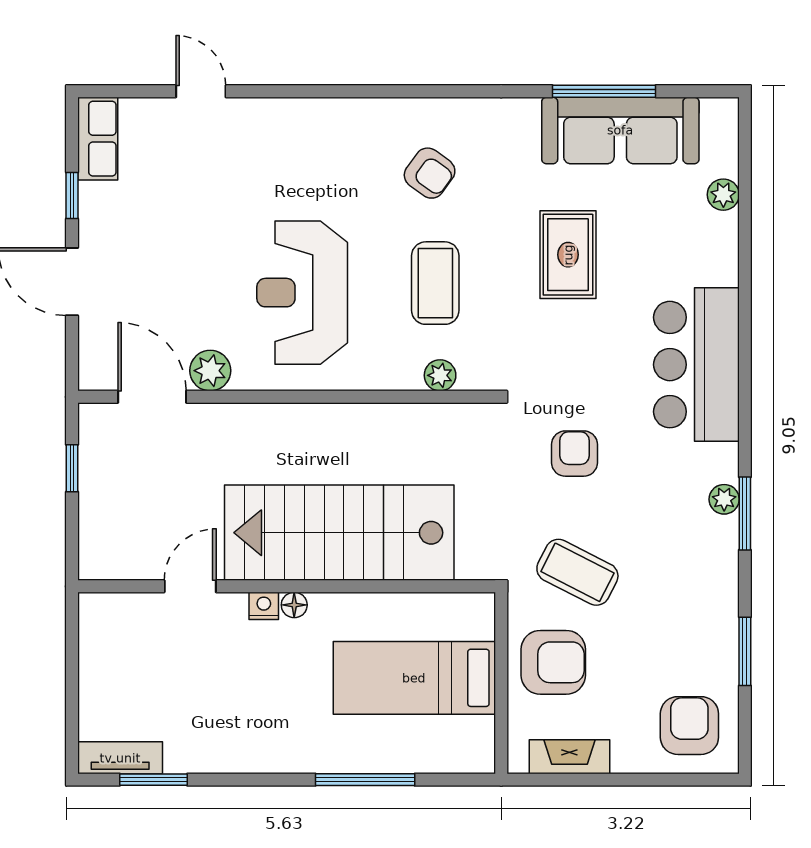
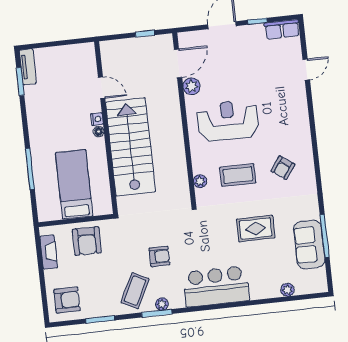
sofa: (620, 130) -> (309, 244), width x0.73
armchair: (575, 454) -> (159, 256), moved
coffee table: (577, 572) -> (135, 291), moved

